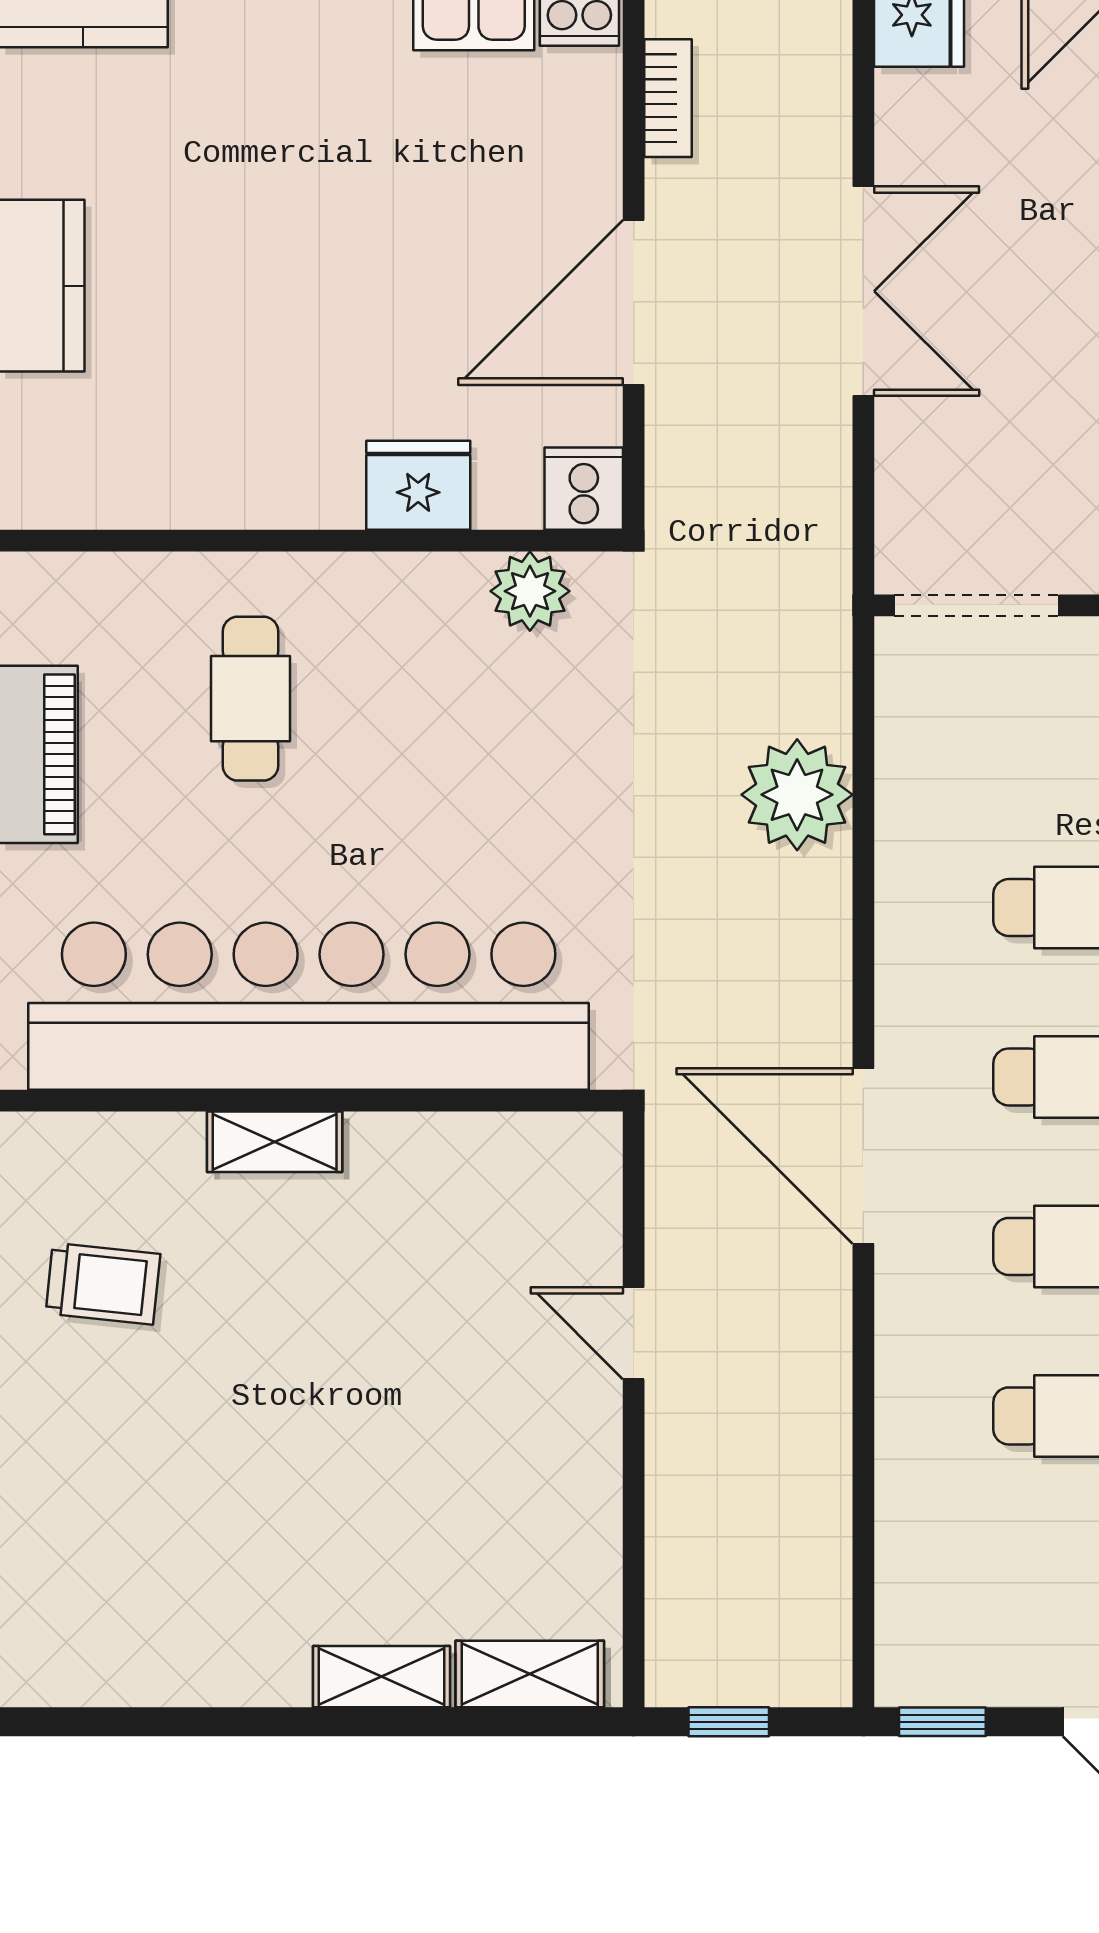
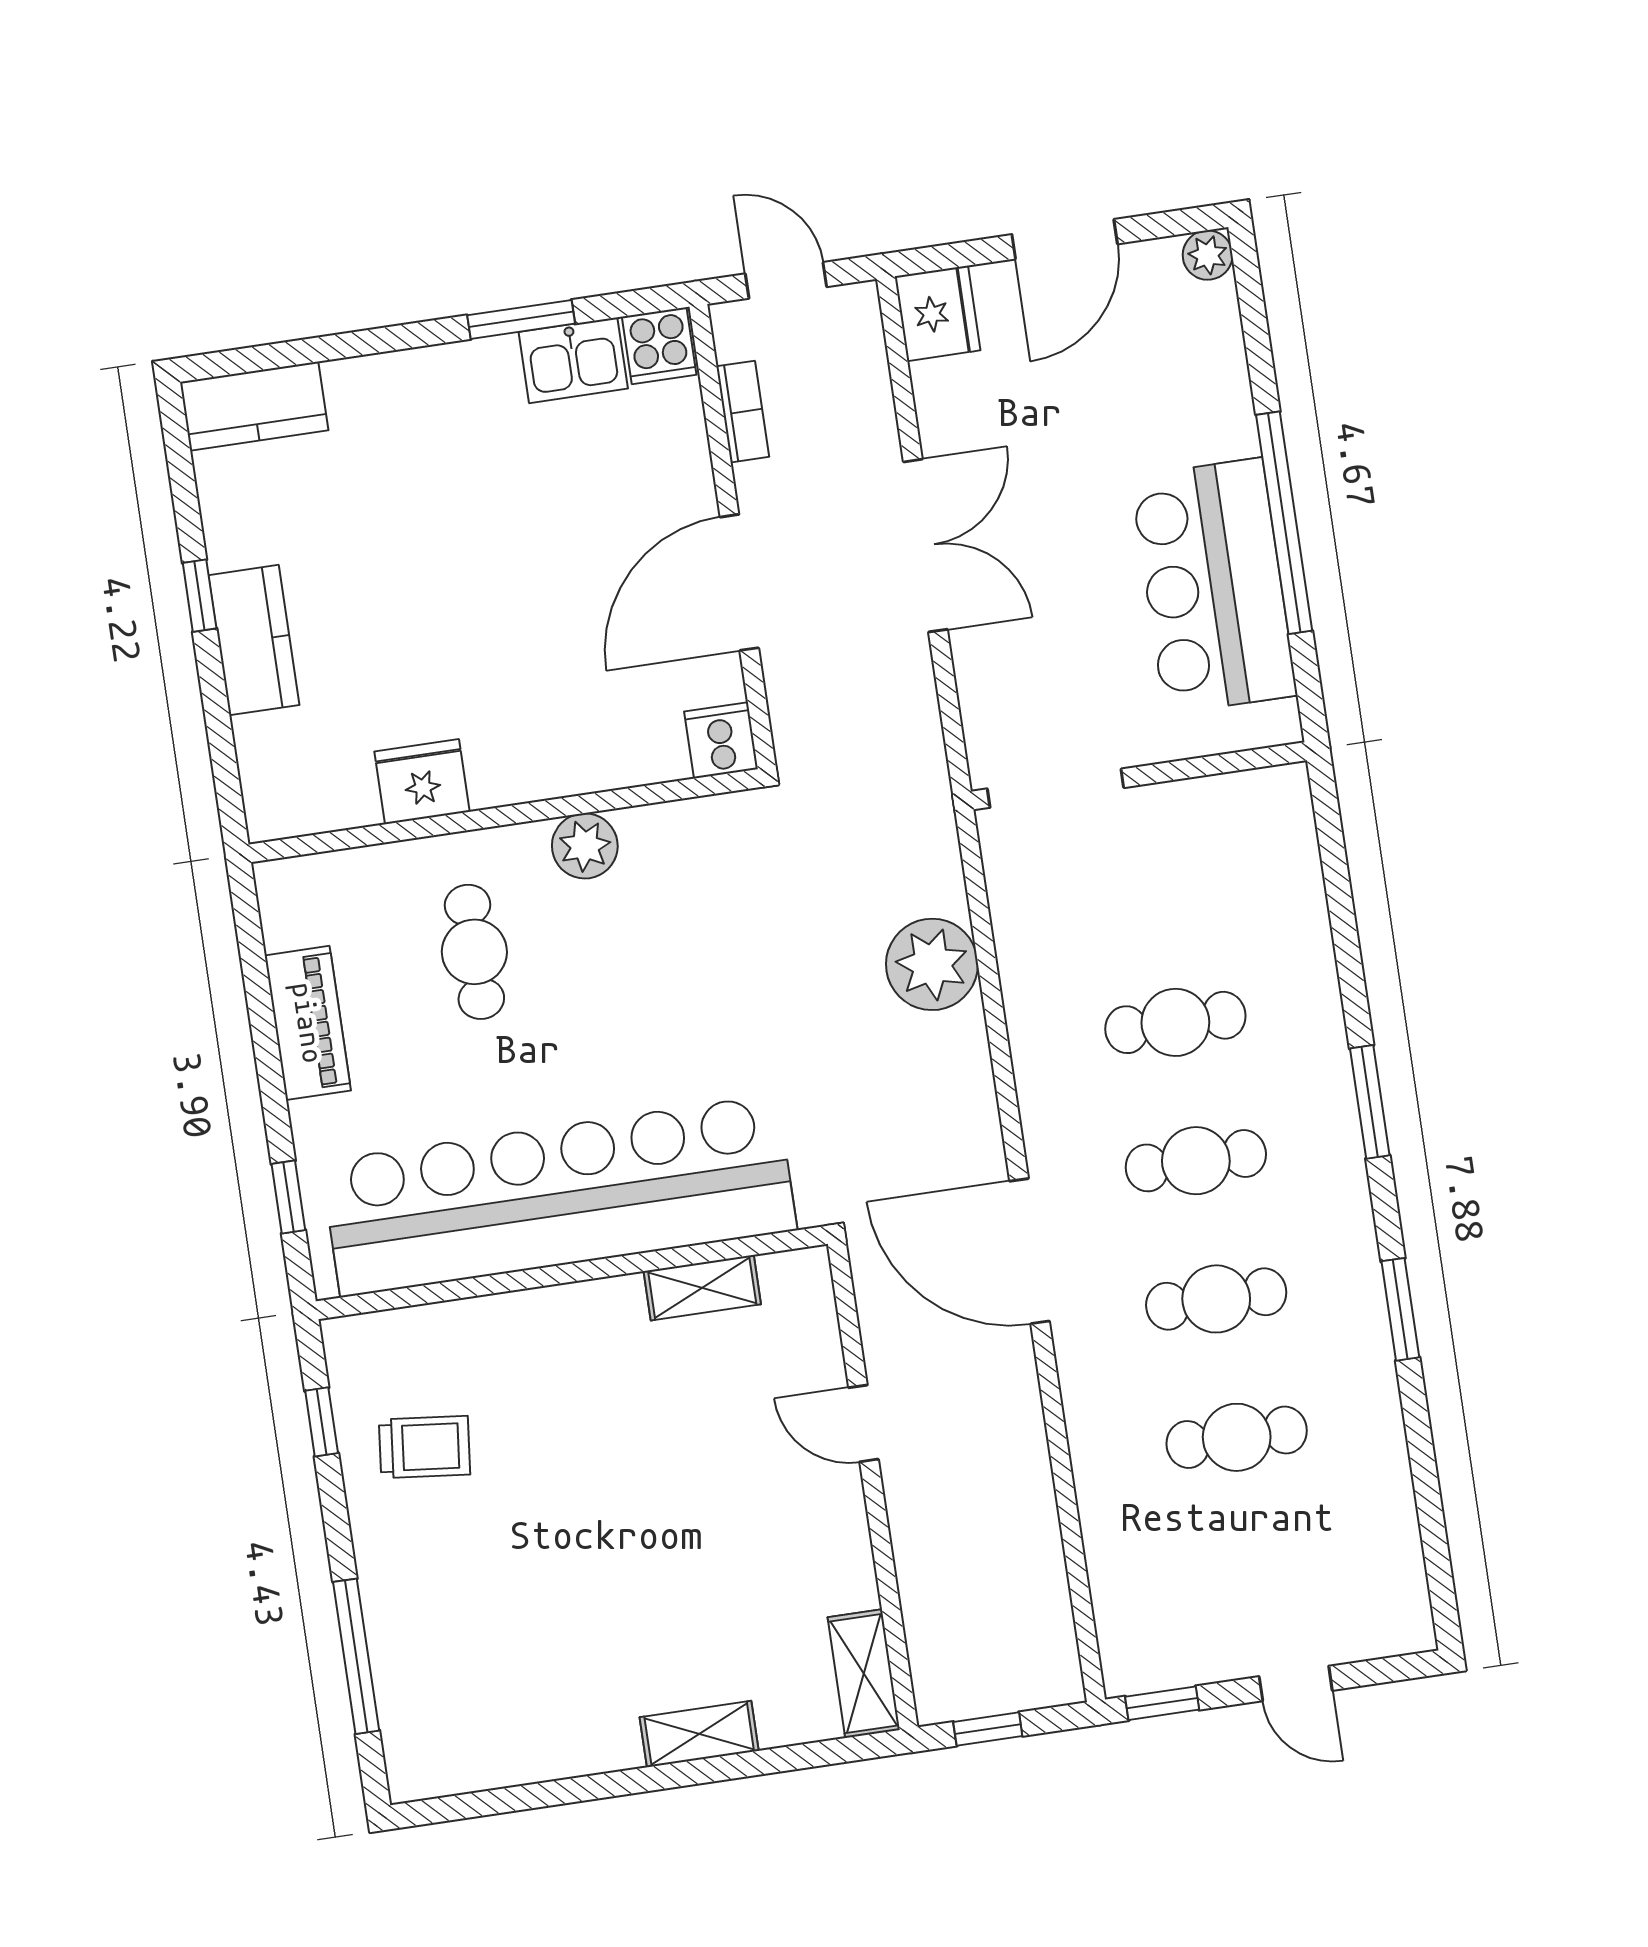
fridge: (418, 485) -> (422, 782), moved
plant: (530, 591) -> (585, 846), moved
shelving: (275, 1142) -> (702, 1288), moved
shelving: (530, 1674) -> (864, 1674), moved, turned 90

